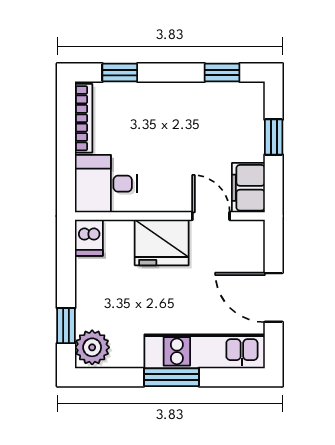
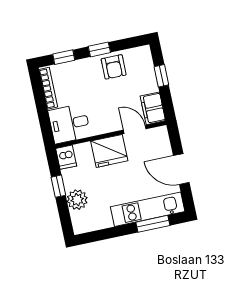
window: (222, 72) -> (99, 49), moved
armchair: (198, 106) -> (114, 67), added
window: (66, 326) -> (58, 186), moved
plant: (92, 347) -> (77, 200), moved
window: (171, 377) -> (153, 224), moved

